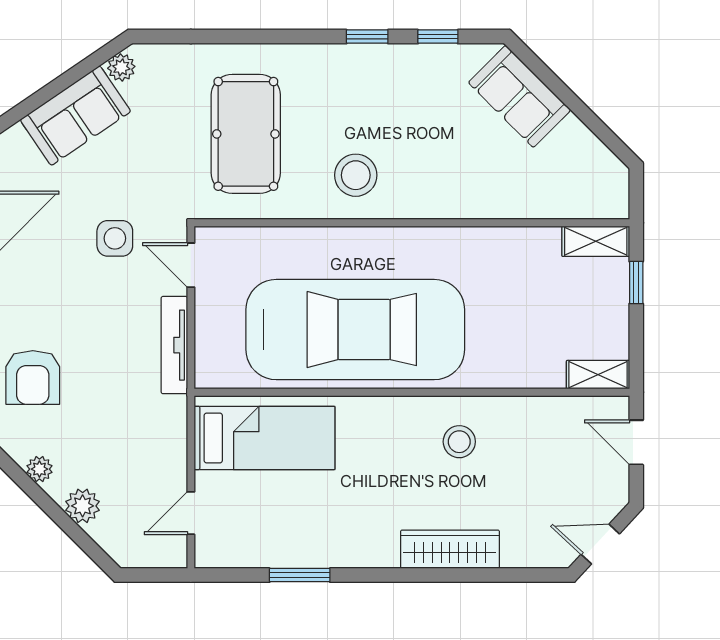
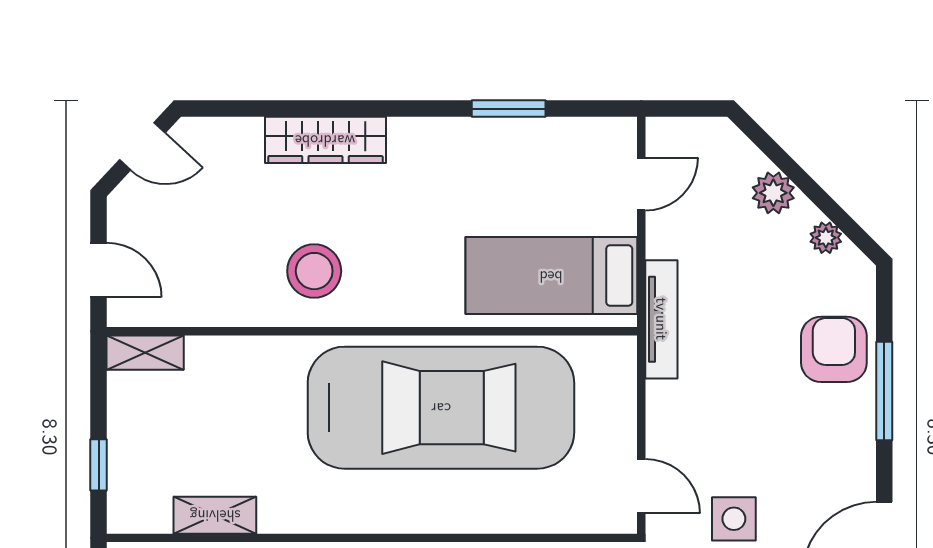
shelving: (596, 241) -> (215, 515), moved
car: (355, 330) -> (441, 408), turned 180
tv unit: (174, 345) -> (661, 319), moved
stool: (459, 442) -> (314, 271), width x1.38, depth x1.38

